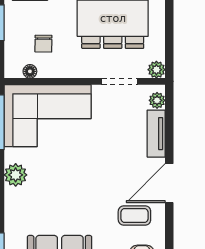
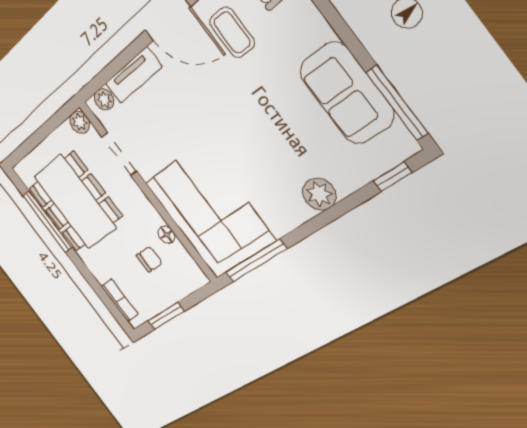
floor lamp: (30, 71) -> (167, 235), moved
plant: (16, 175) -> (319, 194), moved

